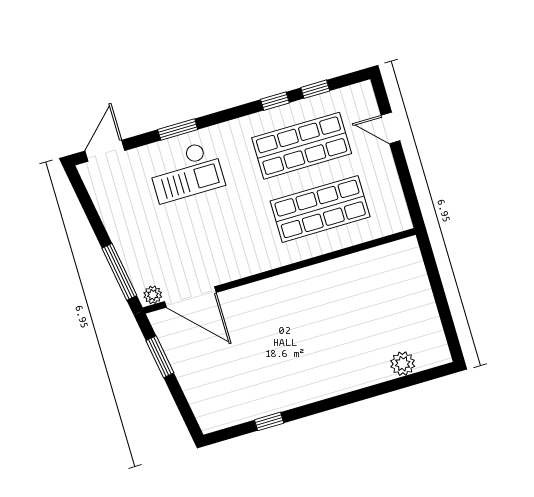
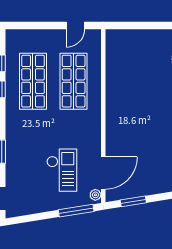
door: (391, 128) -> (75, 26), moved
checkout: (186, 172) -> (62, 170), moved

